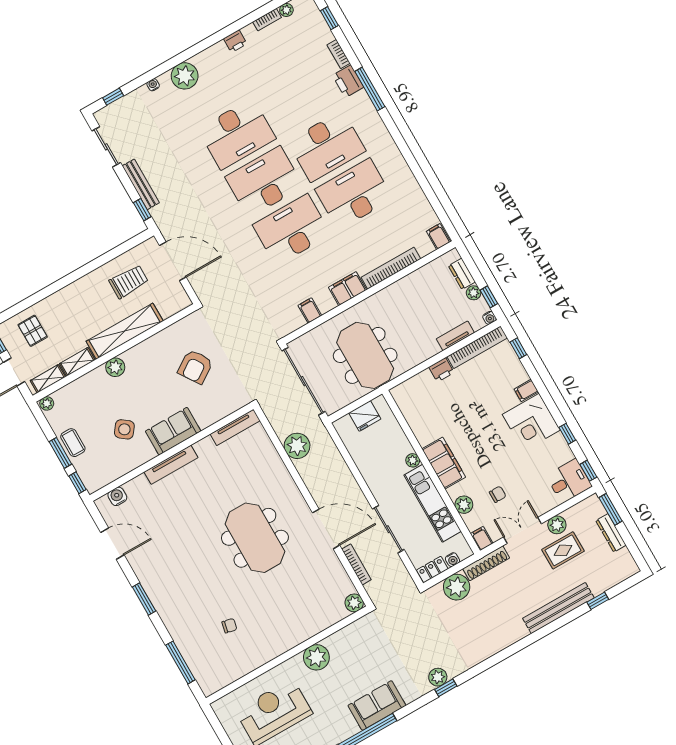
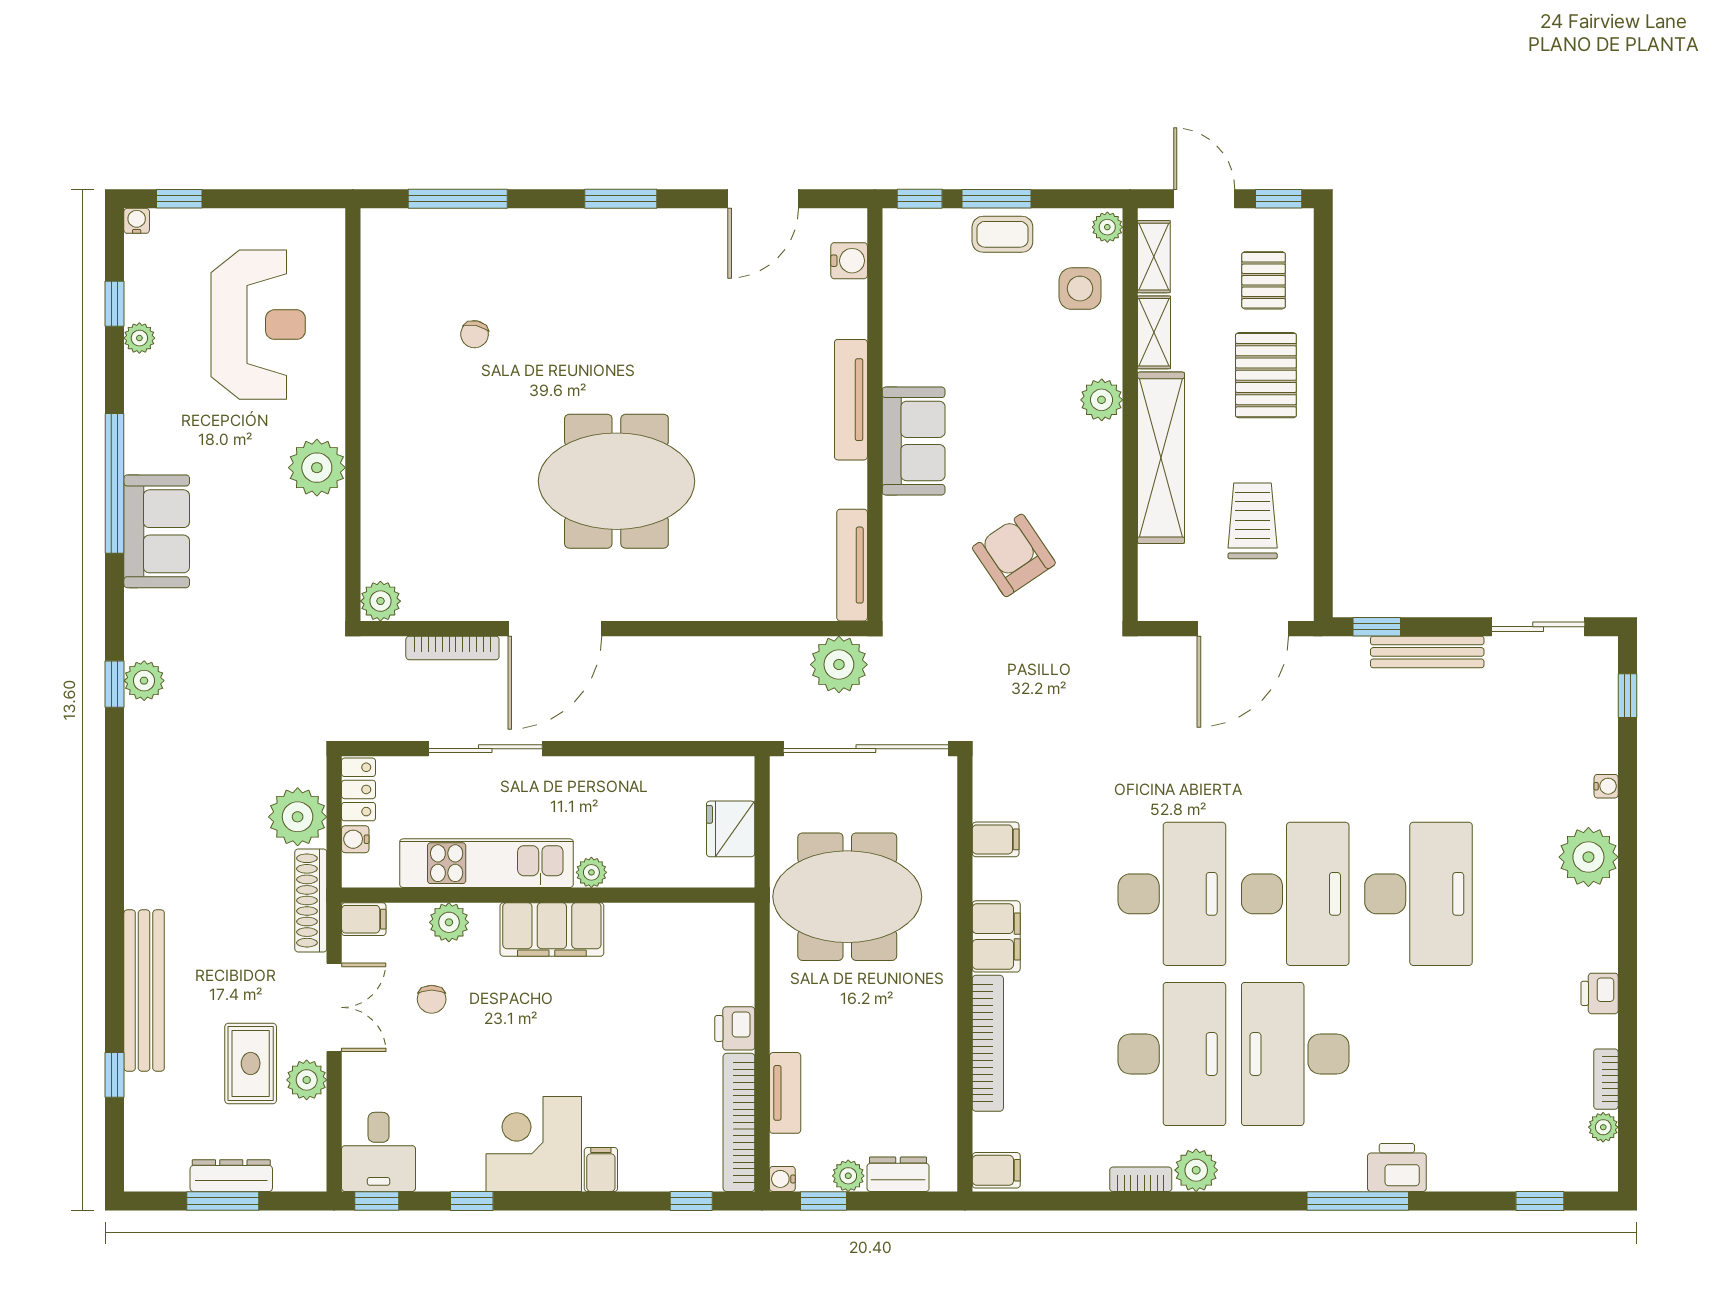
bookcase: (339, 54) -> (1141, 1179), moved
desk: (237, 134) -> (1418, 894), turned 180
plant: (394, 159) -> (1196, 1170), added
trolley: (129, 281) -> (1253, 521), turned 180
pallet: (69, 309) -> (1266, 375), added
pallet: (33, 331) -> (1264, 280), turned 90
side table: (124, 429) -> (1080, 289), moved, turned -37
plant: (297, 446) -> (839, 665), moved
window: (611, 509) -> (223, 1201), moved

